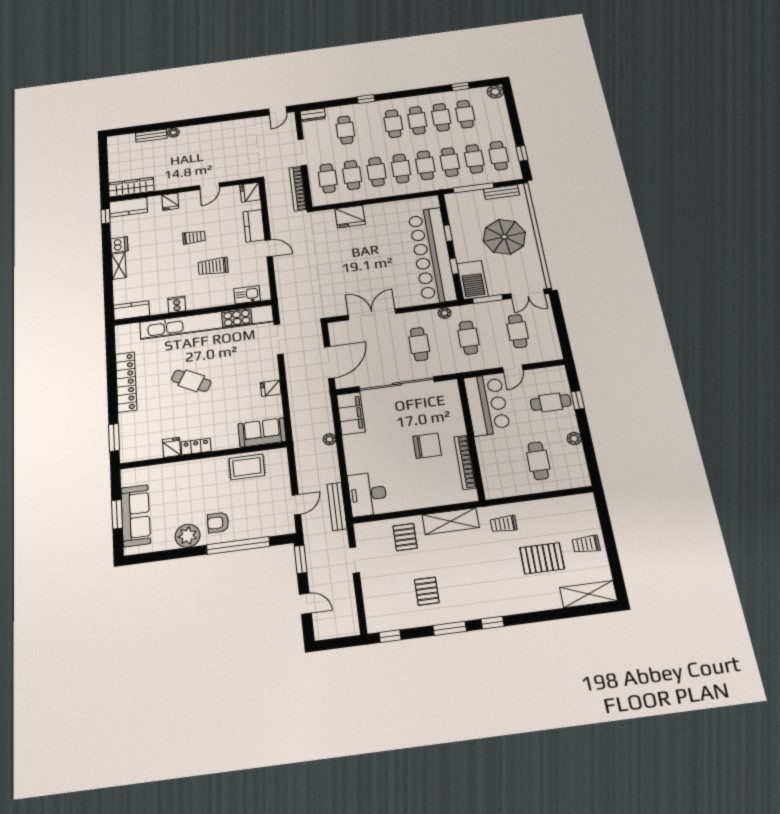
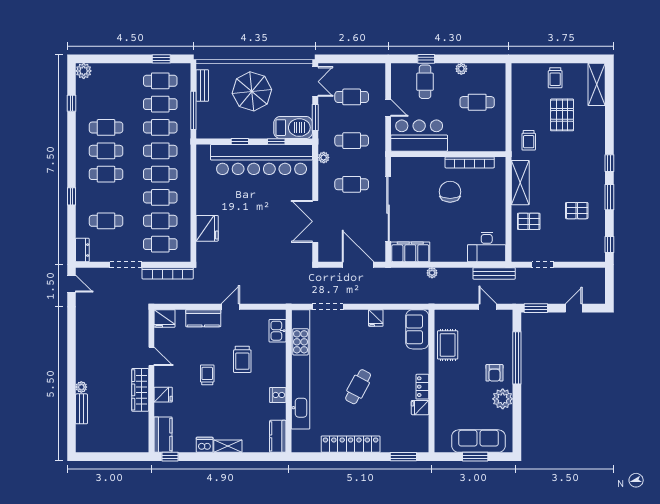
cafe table: (465, 114) -> (106, 104), removed
wardrobe: (131, 187) -> (140, 390), moved

